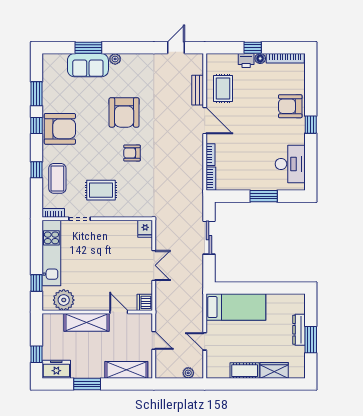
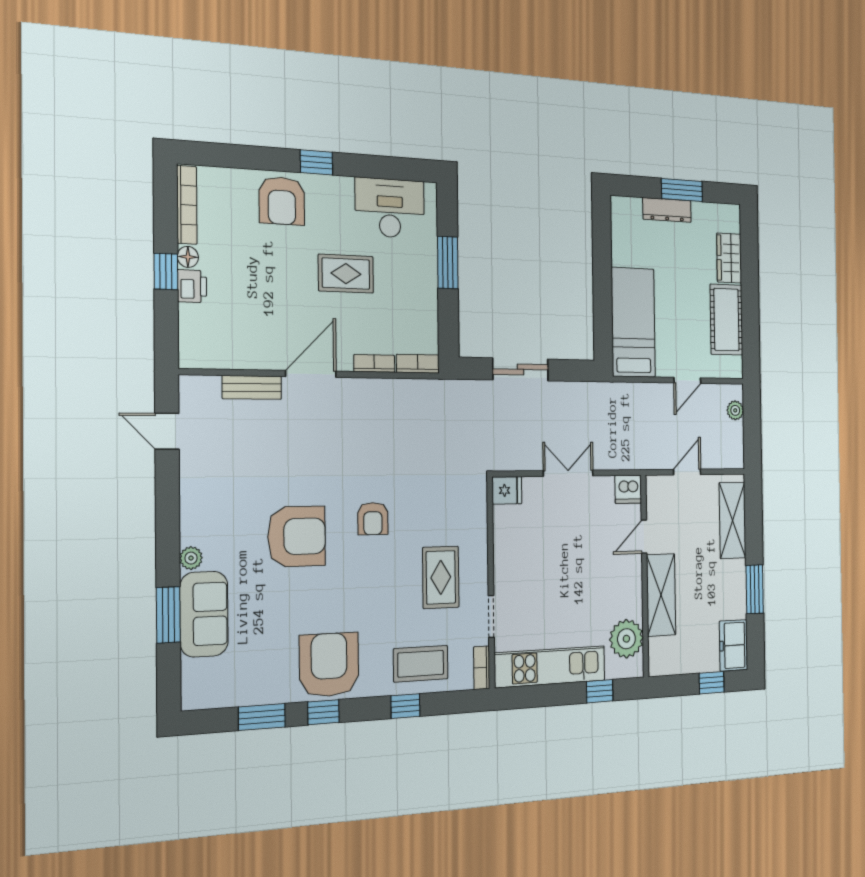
rug: (223, 89) -> (346, 274), moved
cot: (245, 371) -> (726, 320), width x1.37, depth x1.34

